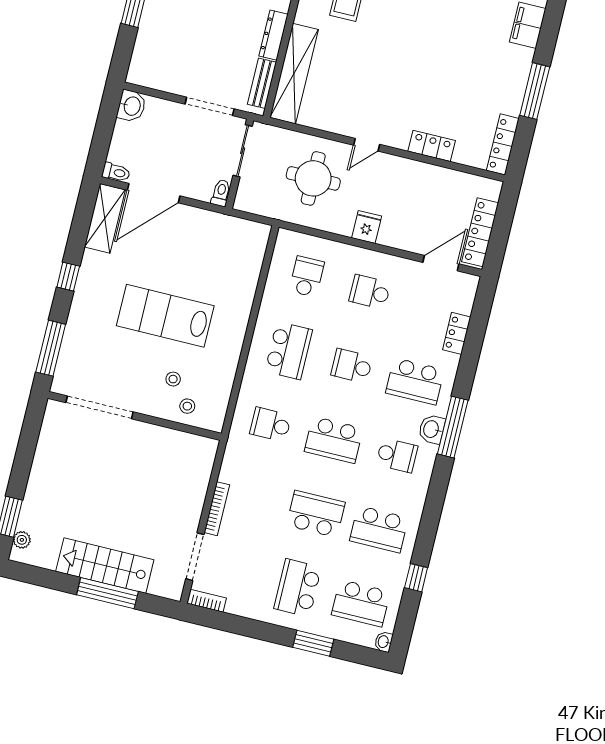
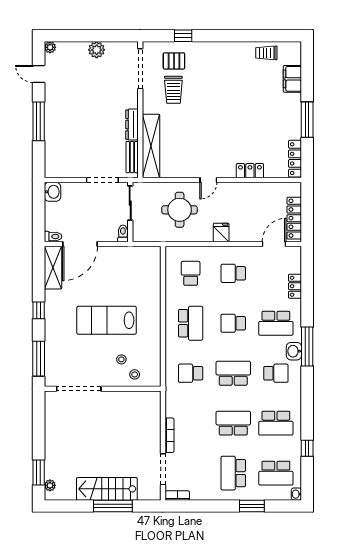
school desk: (334, 440) -> (233, 373), turned 180

